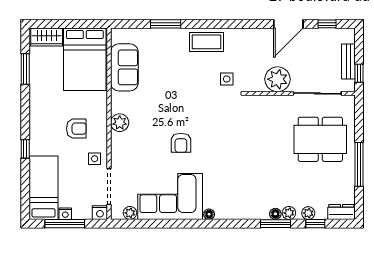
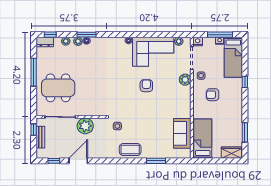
bed: (85, 59) -> (203, 139), width x0.67
plant: (120, 123) -> (185, 80), moved
window: (315, 224) -> (50, 35), moved

